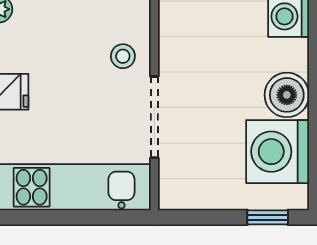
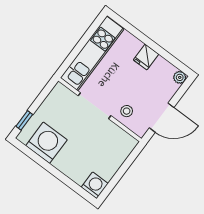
boiler: (287, 95) -> (65, 162), removed

